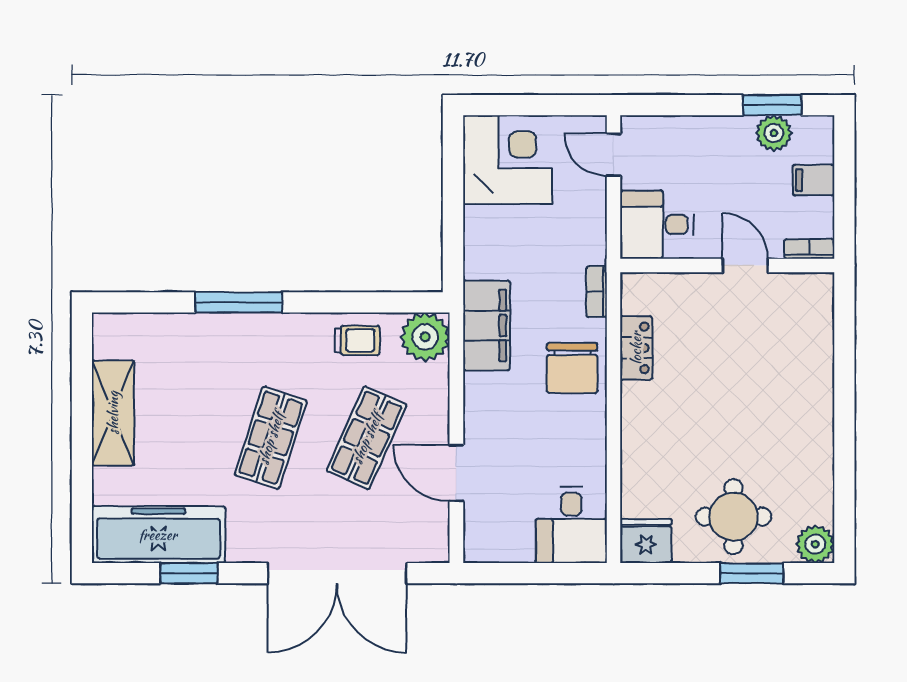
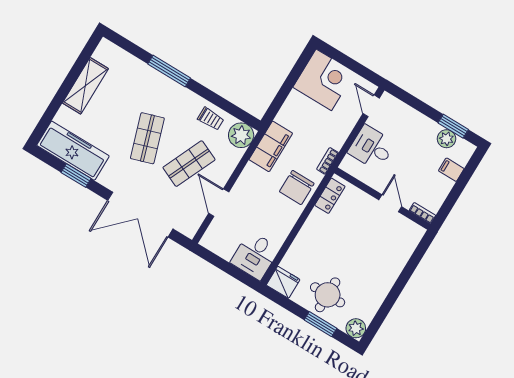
bookcase: (809, 249) -> (422, 213), moved
wall: (727, 266) -> (382, 199), moved
door: (745, 266) -> (390, 203), moved
shop shelf: (271, 438) -> (147, 138), turned -36

